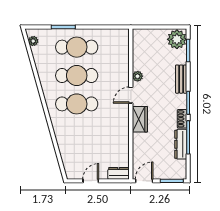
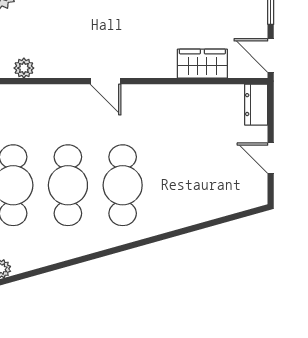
plant: (138, 76) -> (24, 68), moved
wardrobe: (140, 119) -> (202, 64), moved

